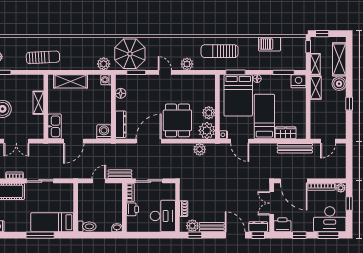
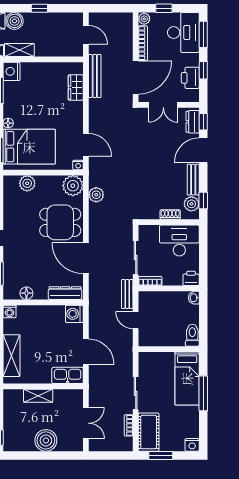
plant: (209, 113) -> (27, 183), moved
bed: (264, 116) -> (55, 114), removed
door: (240, 141) -> (86, 145), hinge flipped
printer: (132, 209) -> (191, 278), moved
printer: (282, 225) -> (190, 78), moved

